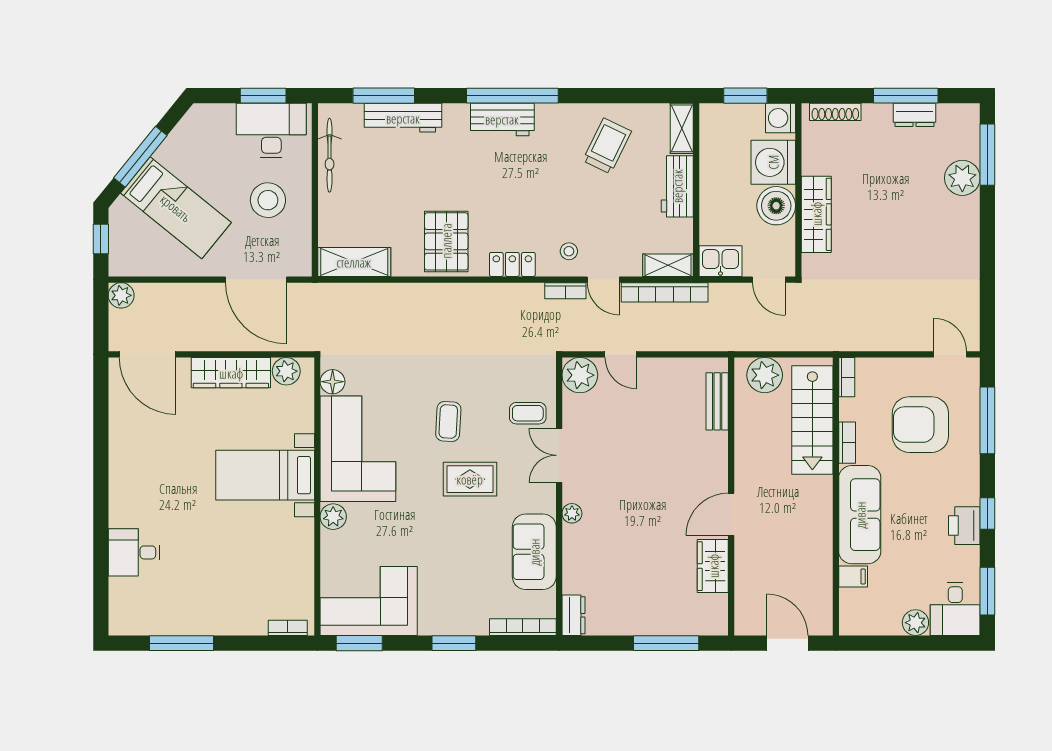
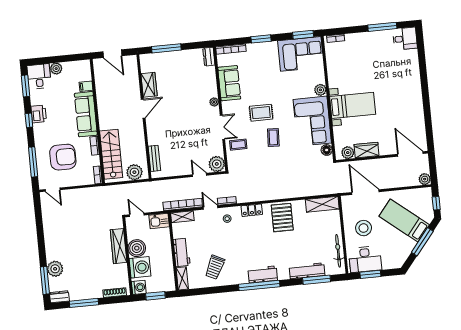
dresser: (915, 115) -> (59, 297), moved
wardrobe: (231, 373) -> (366, 150), width x0.67
desk: (134, 552) -> (405, 39), moved

